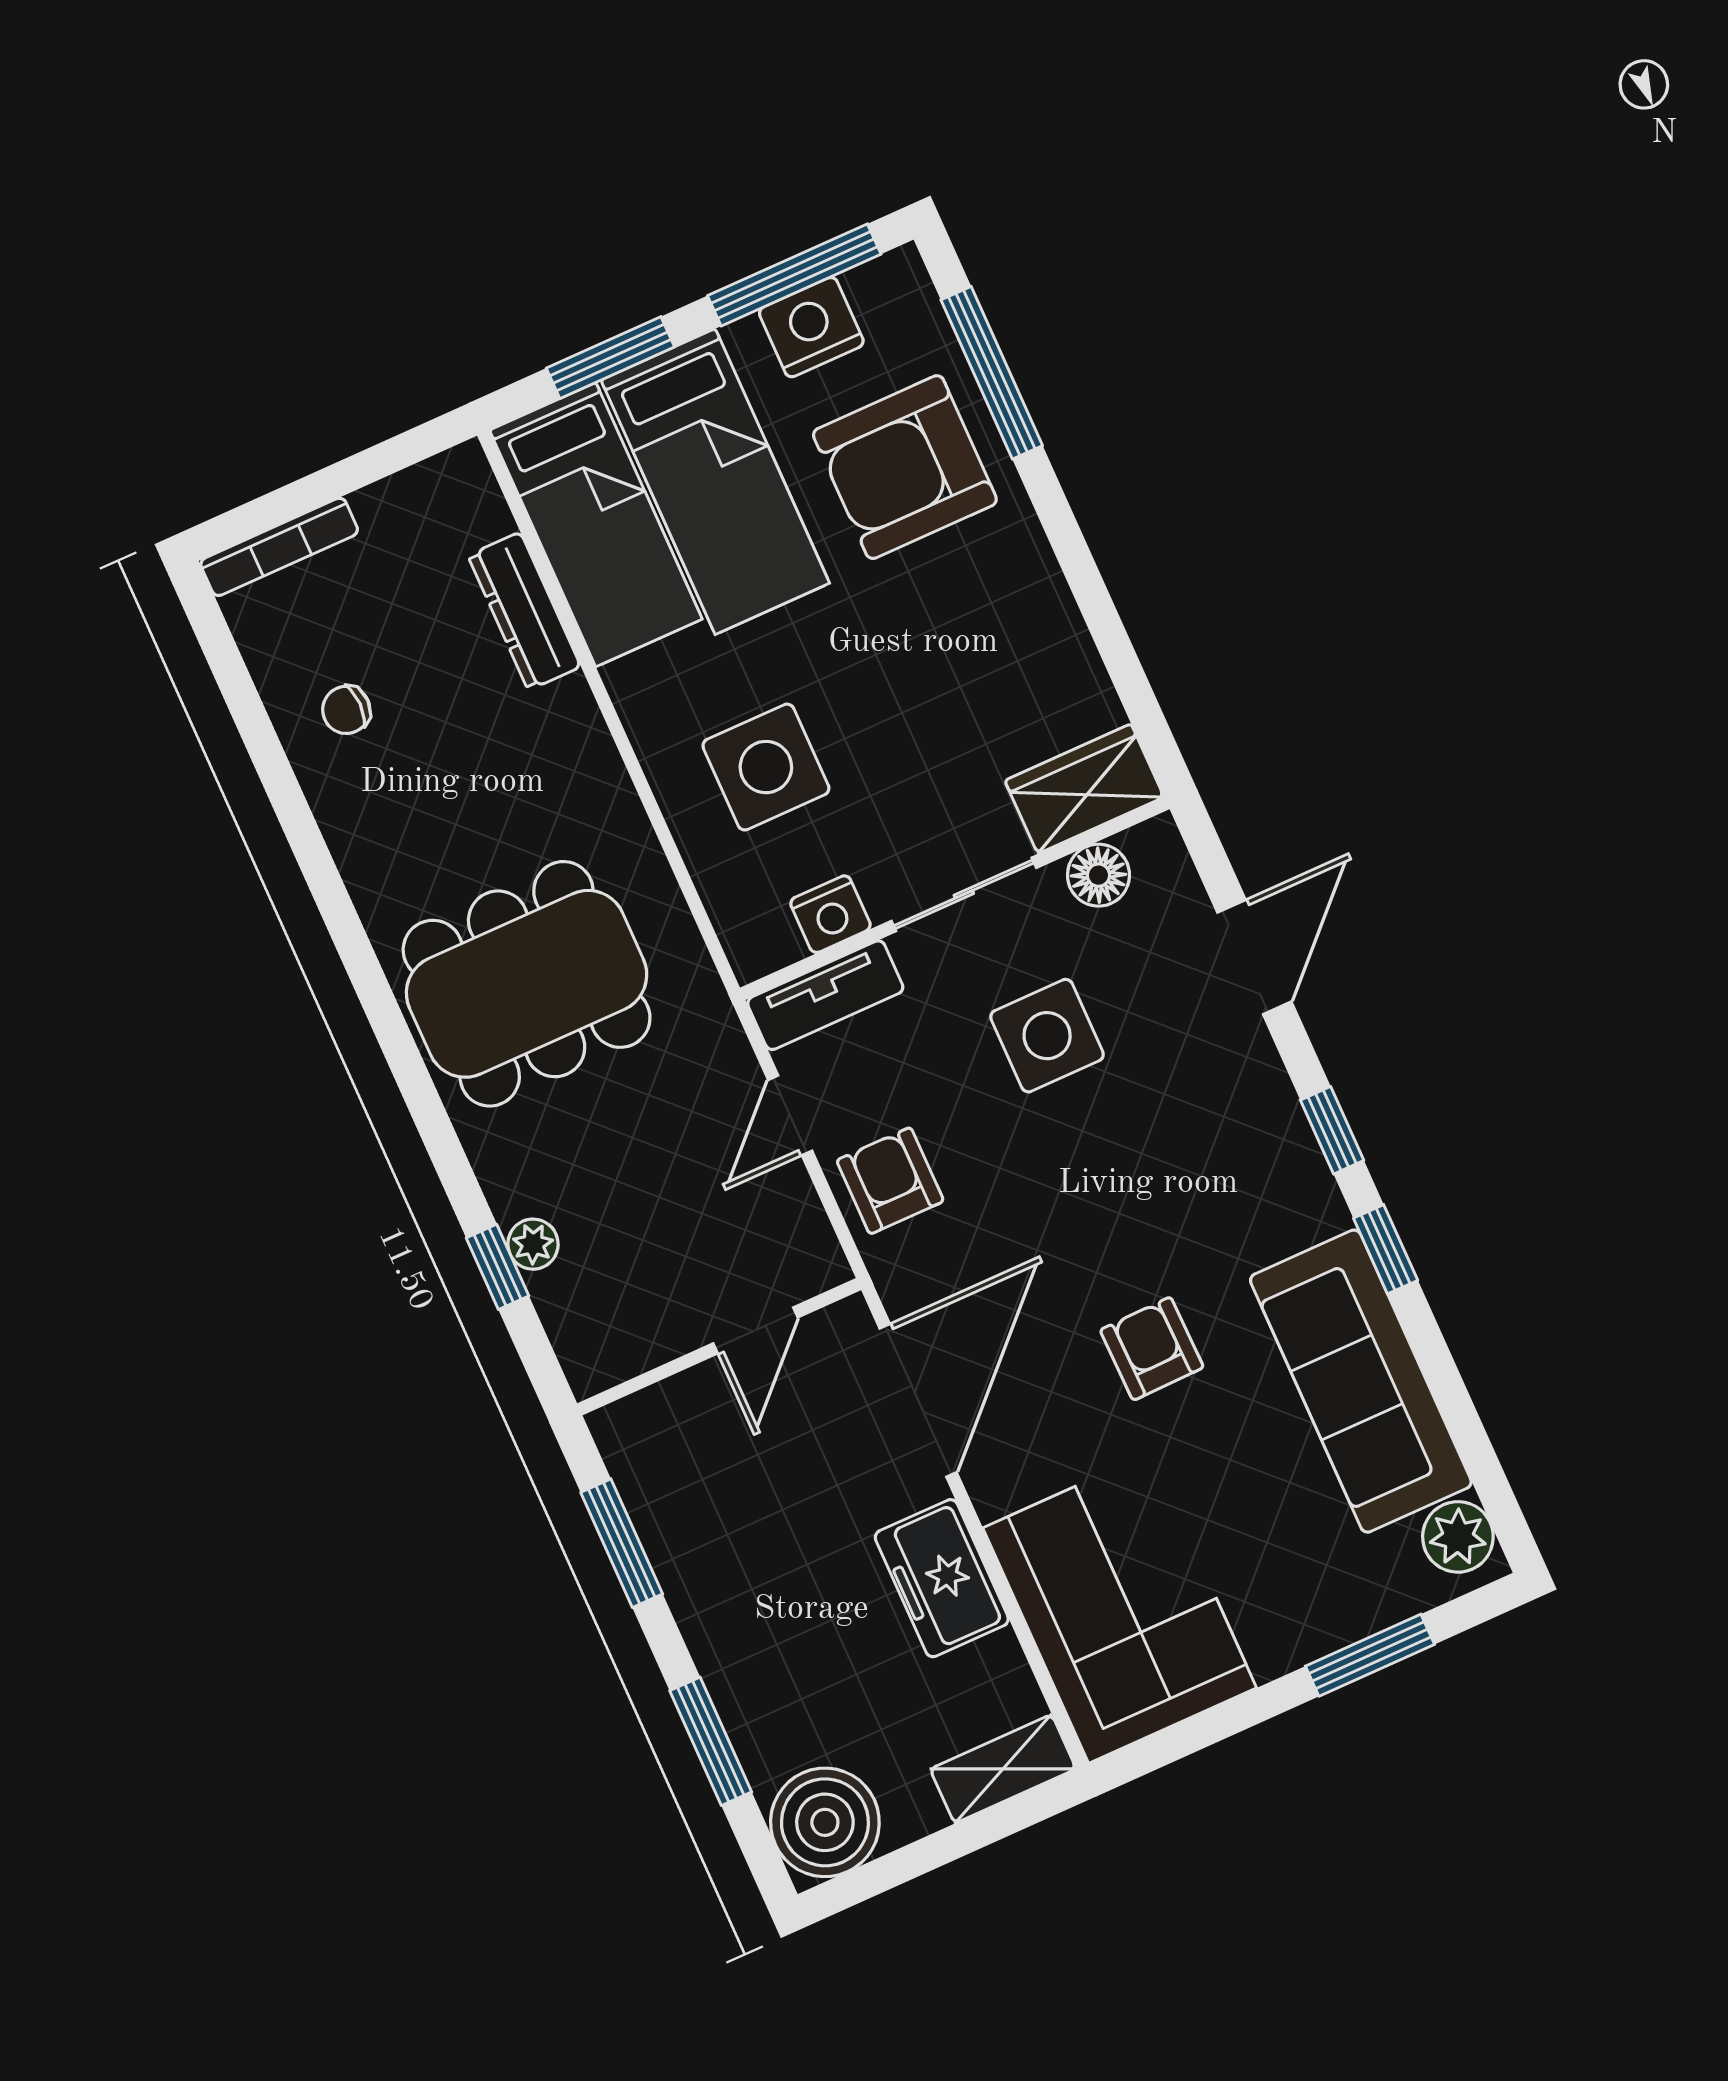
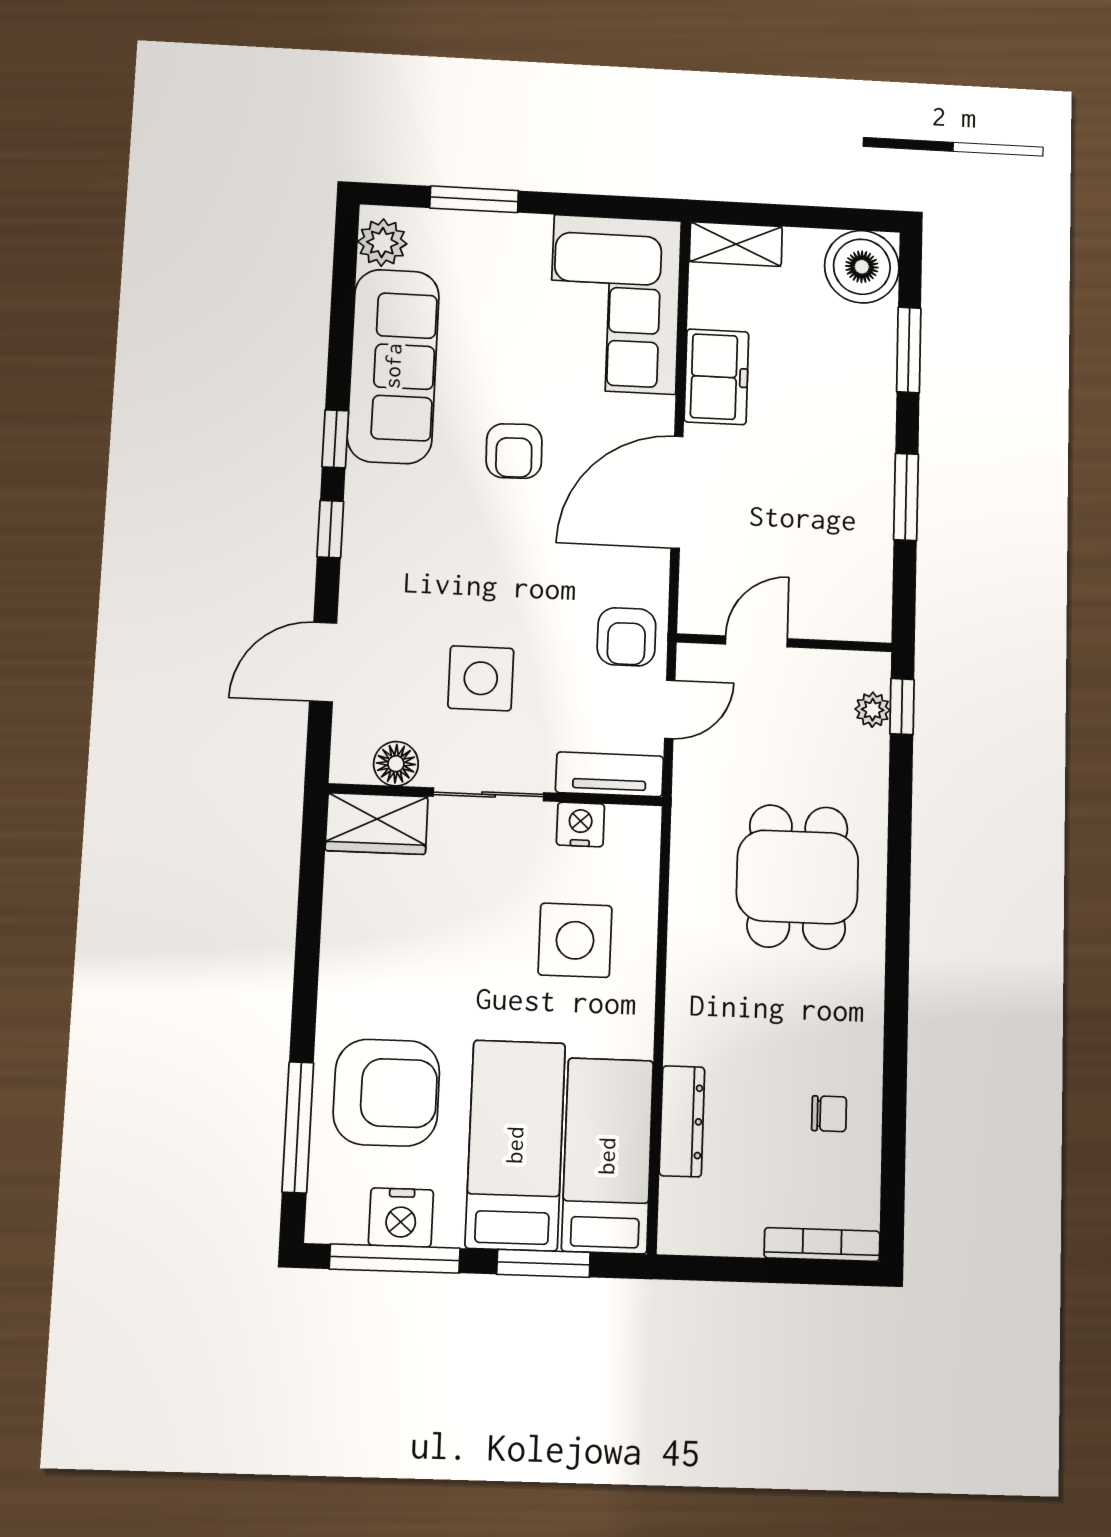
dining table: (527, 984) -> (797, 877), width x0.73
door: (756, 1330) -> (756, 641), moved
wall: (719, 1347) -> (784, 643), moved

